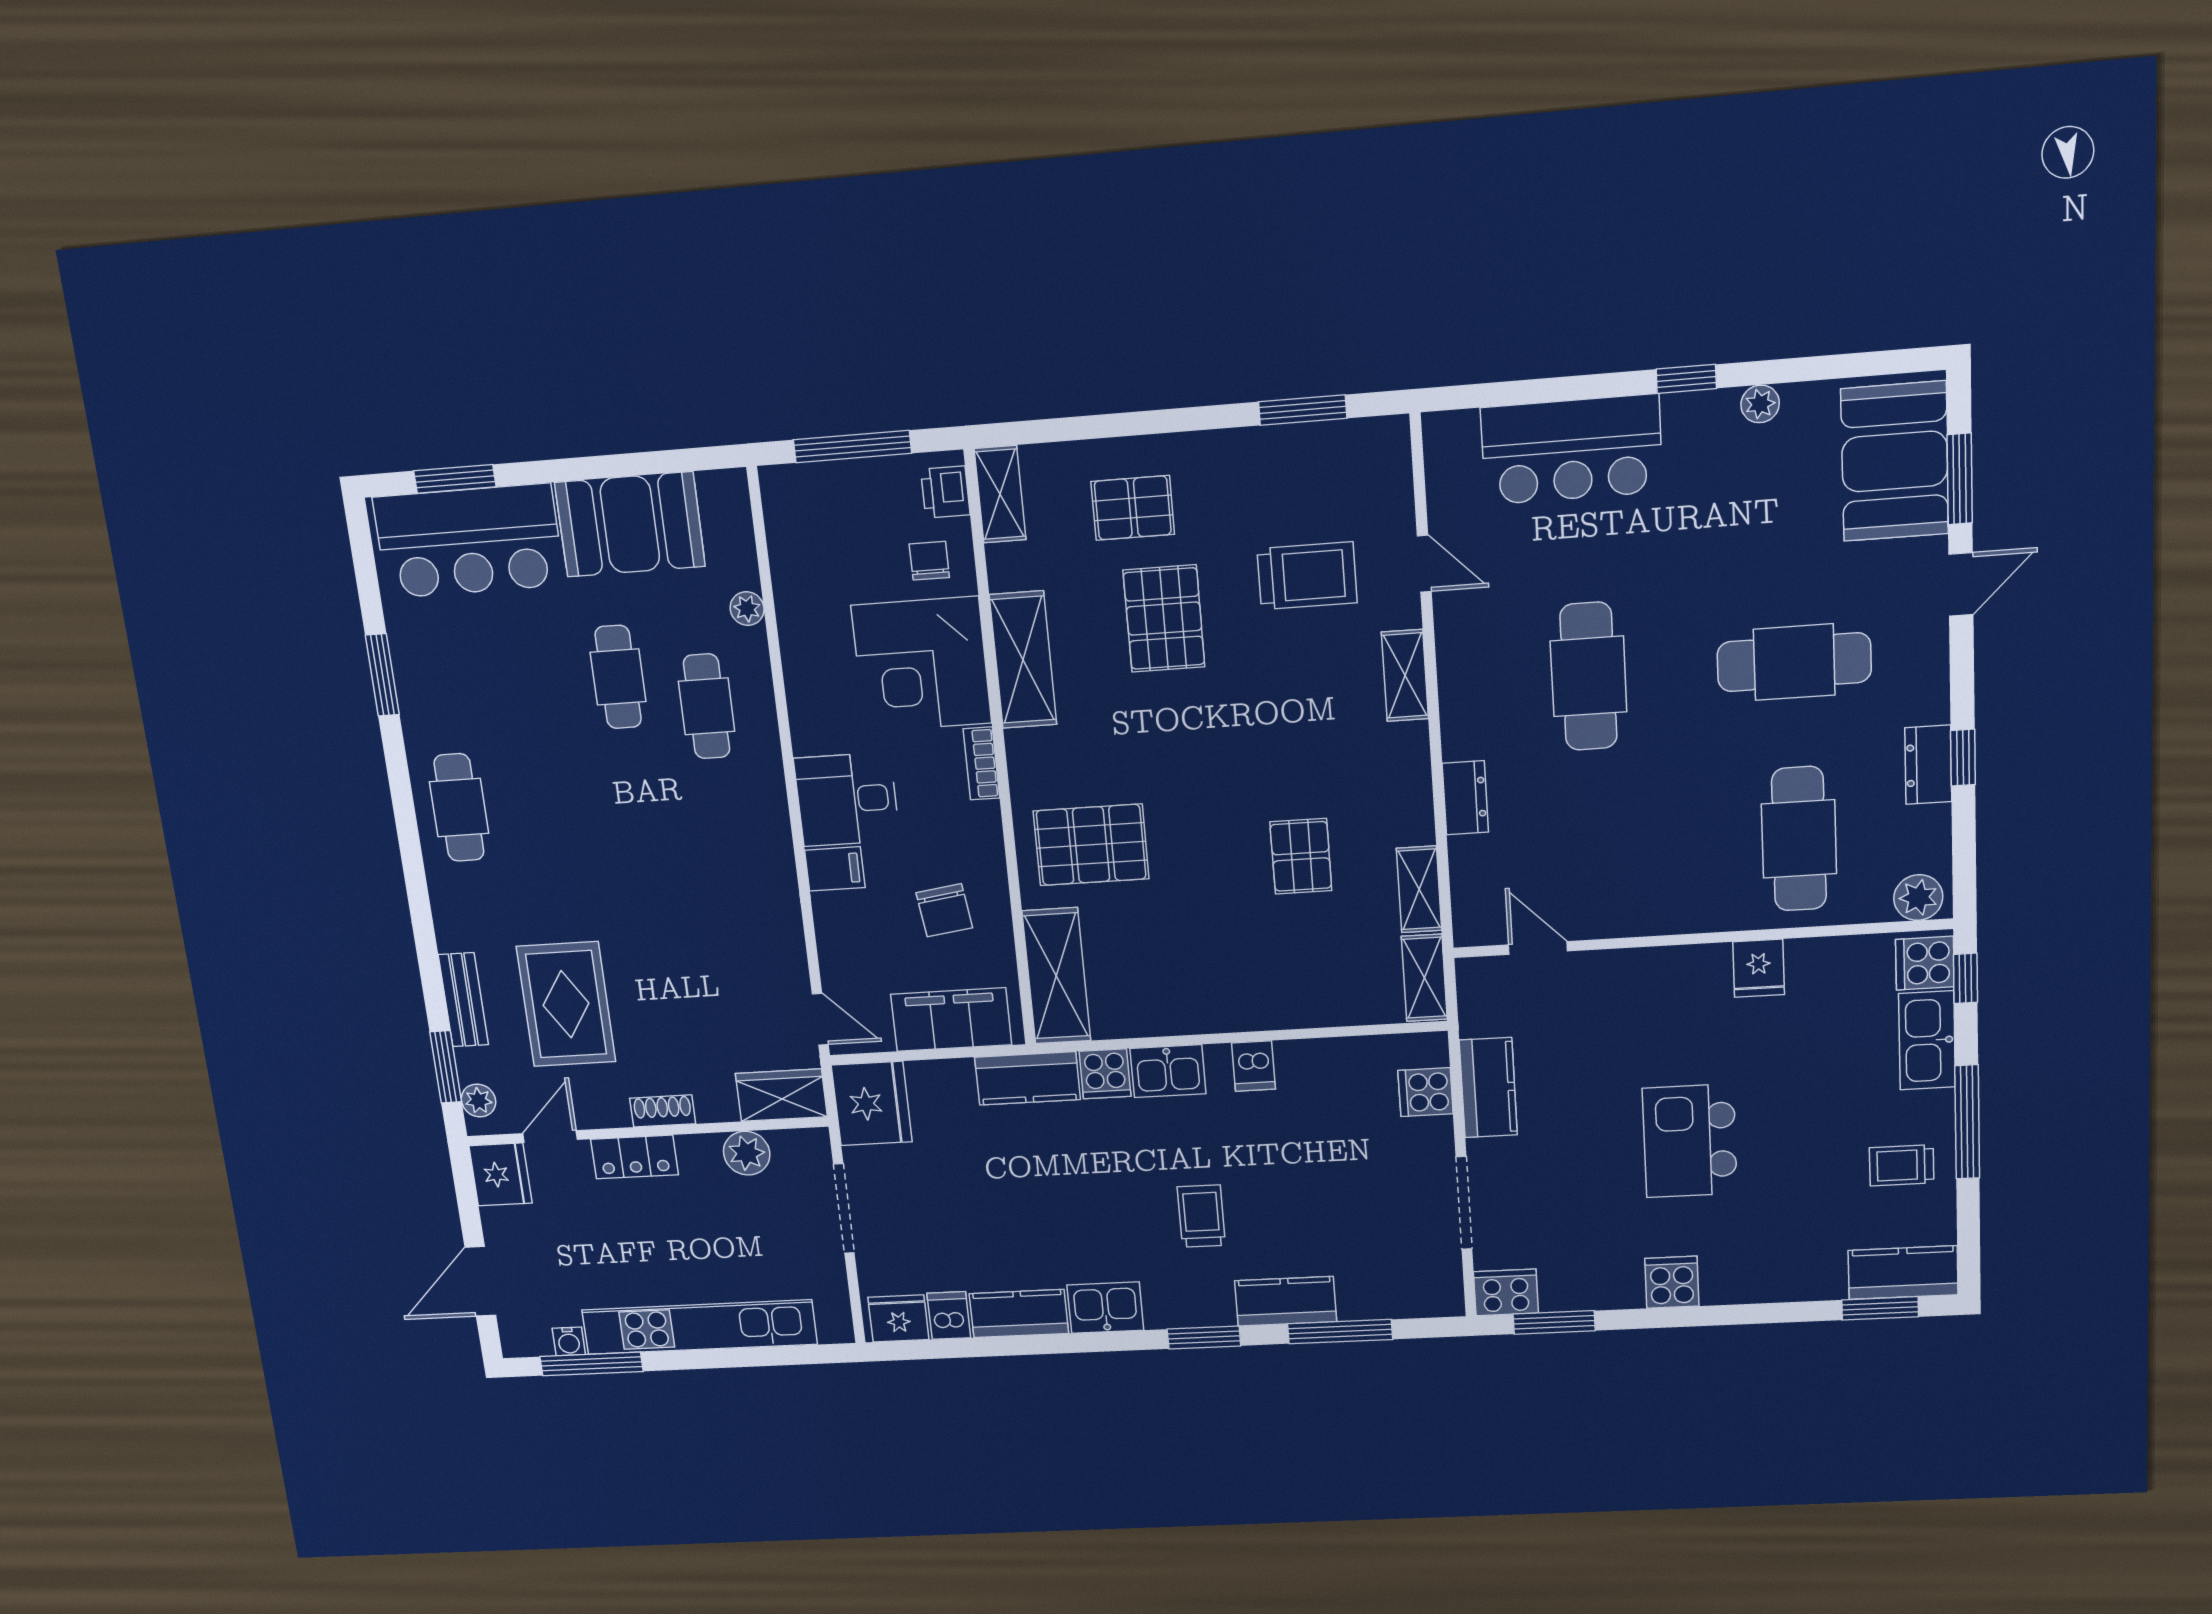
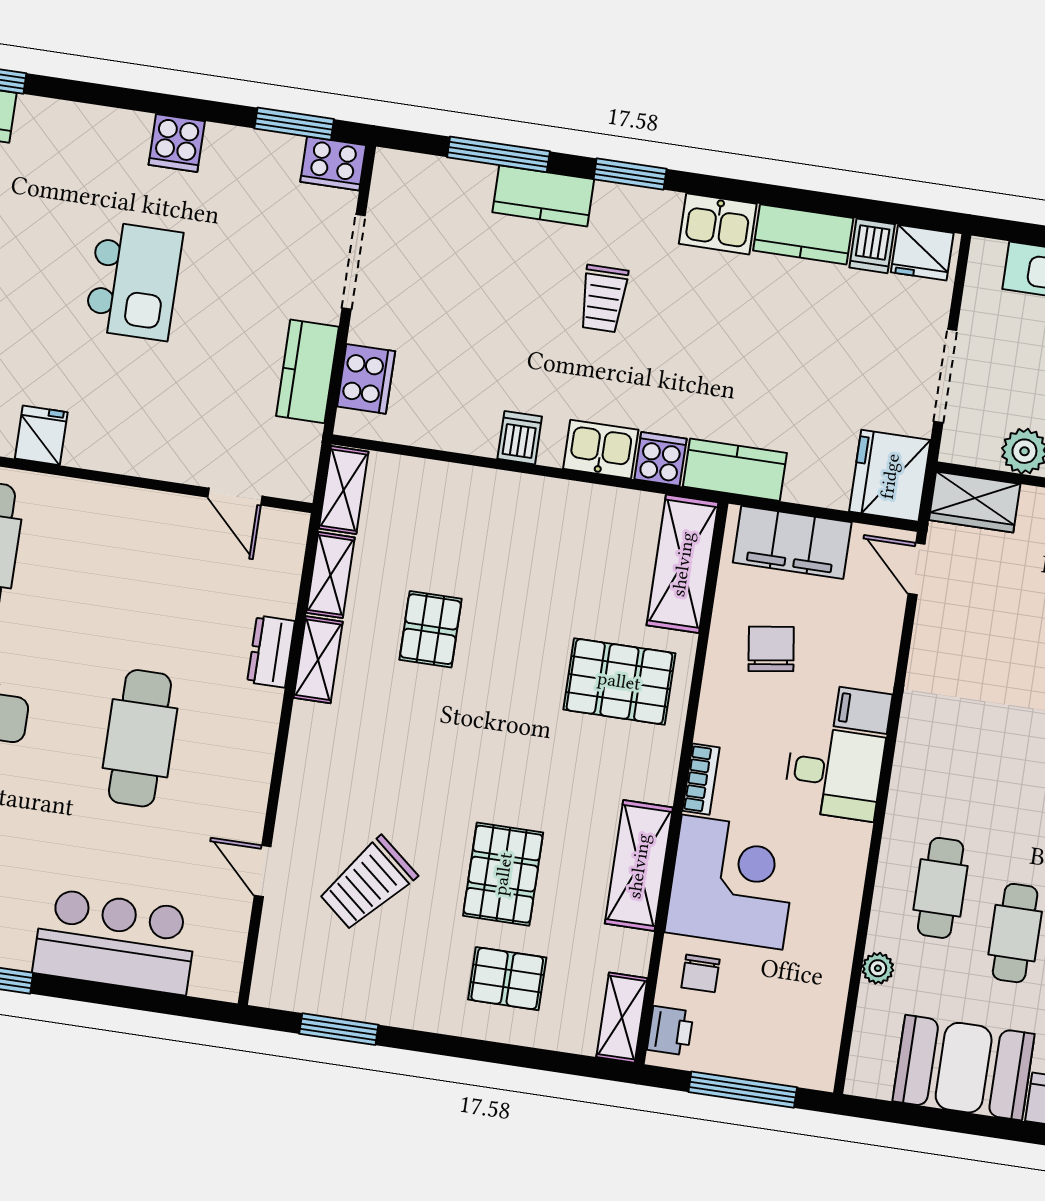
trolley: (1307, 576) -> (368, 884), turned -50
shelving: (1405, 675) -> (318, 660), moved
cooker: (1426, 1092) -> (366, 379), width x1.36

